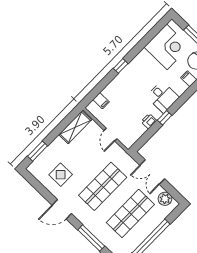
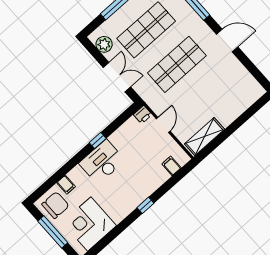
desk: (163, 97) -> (102, 162), width x1.37
printer: (149, 121) -> (143, 115), moved
window: (38, 151) -> (251, 111), removed
display table: (61, 175) -> (226, 82), removed

